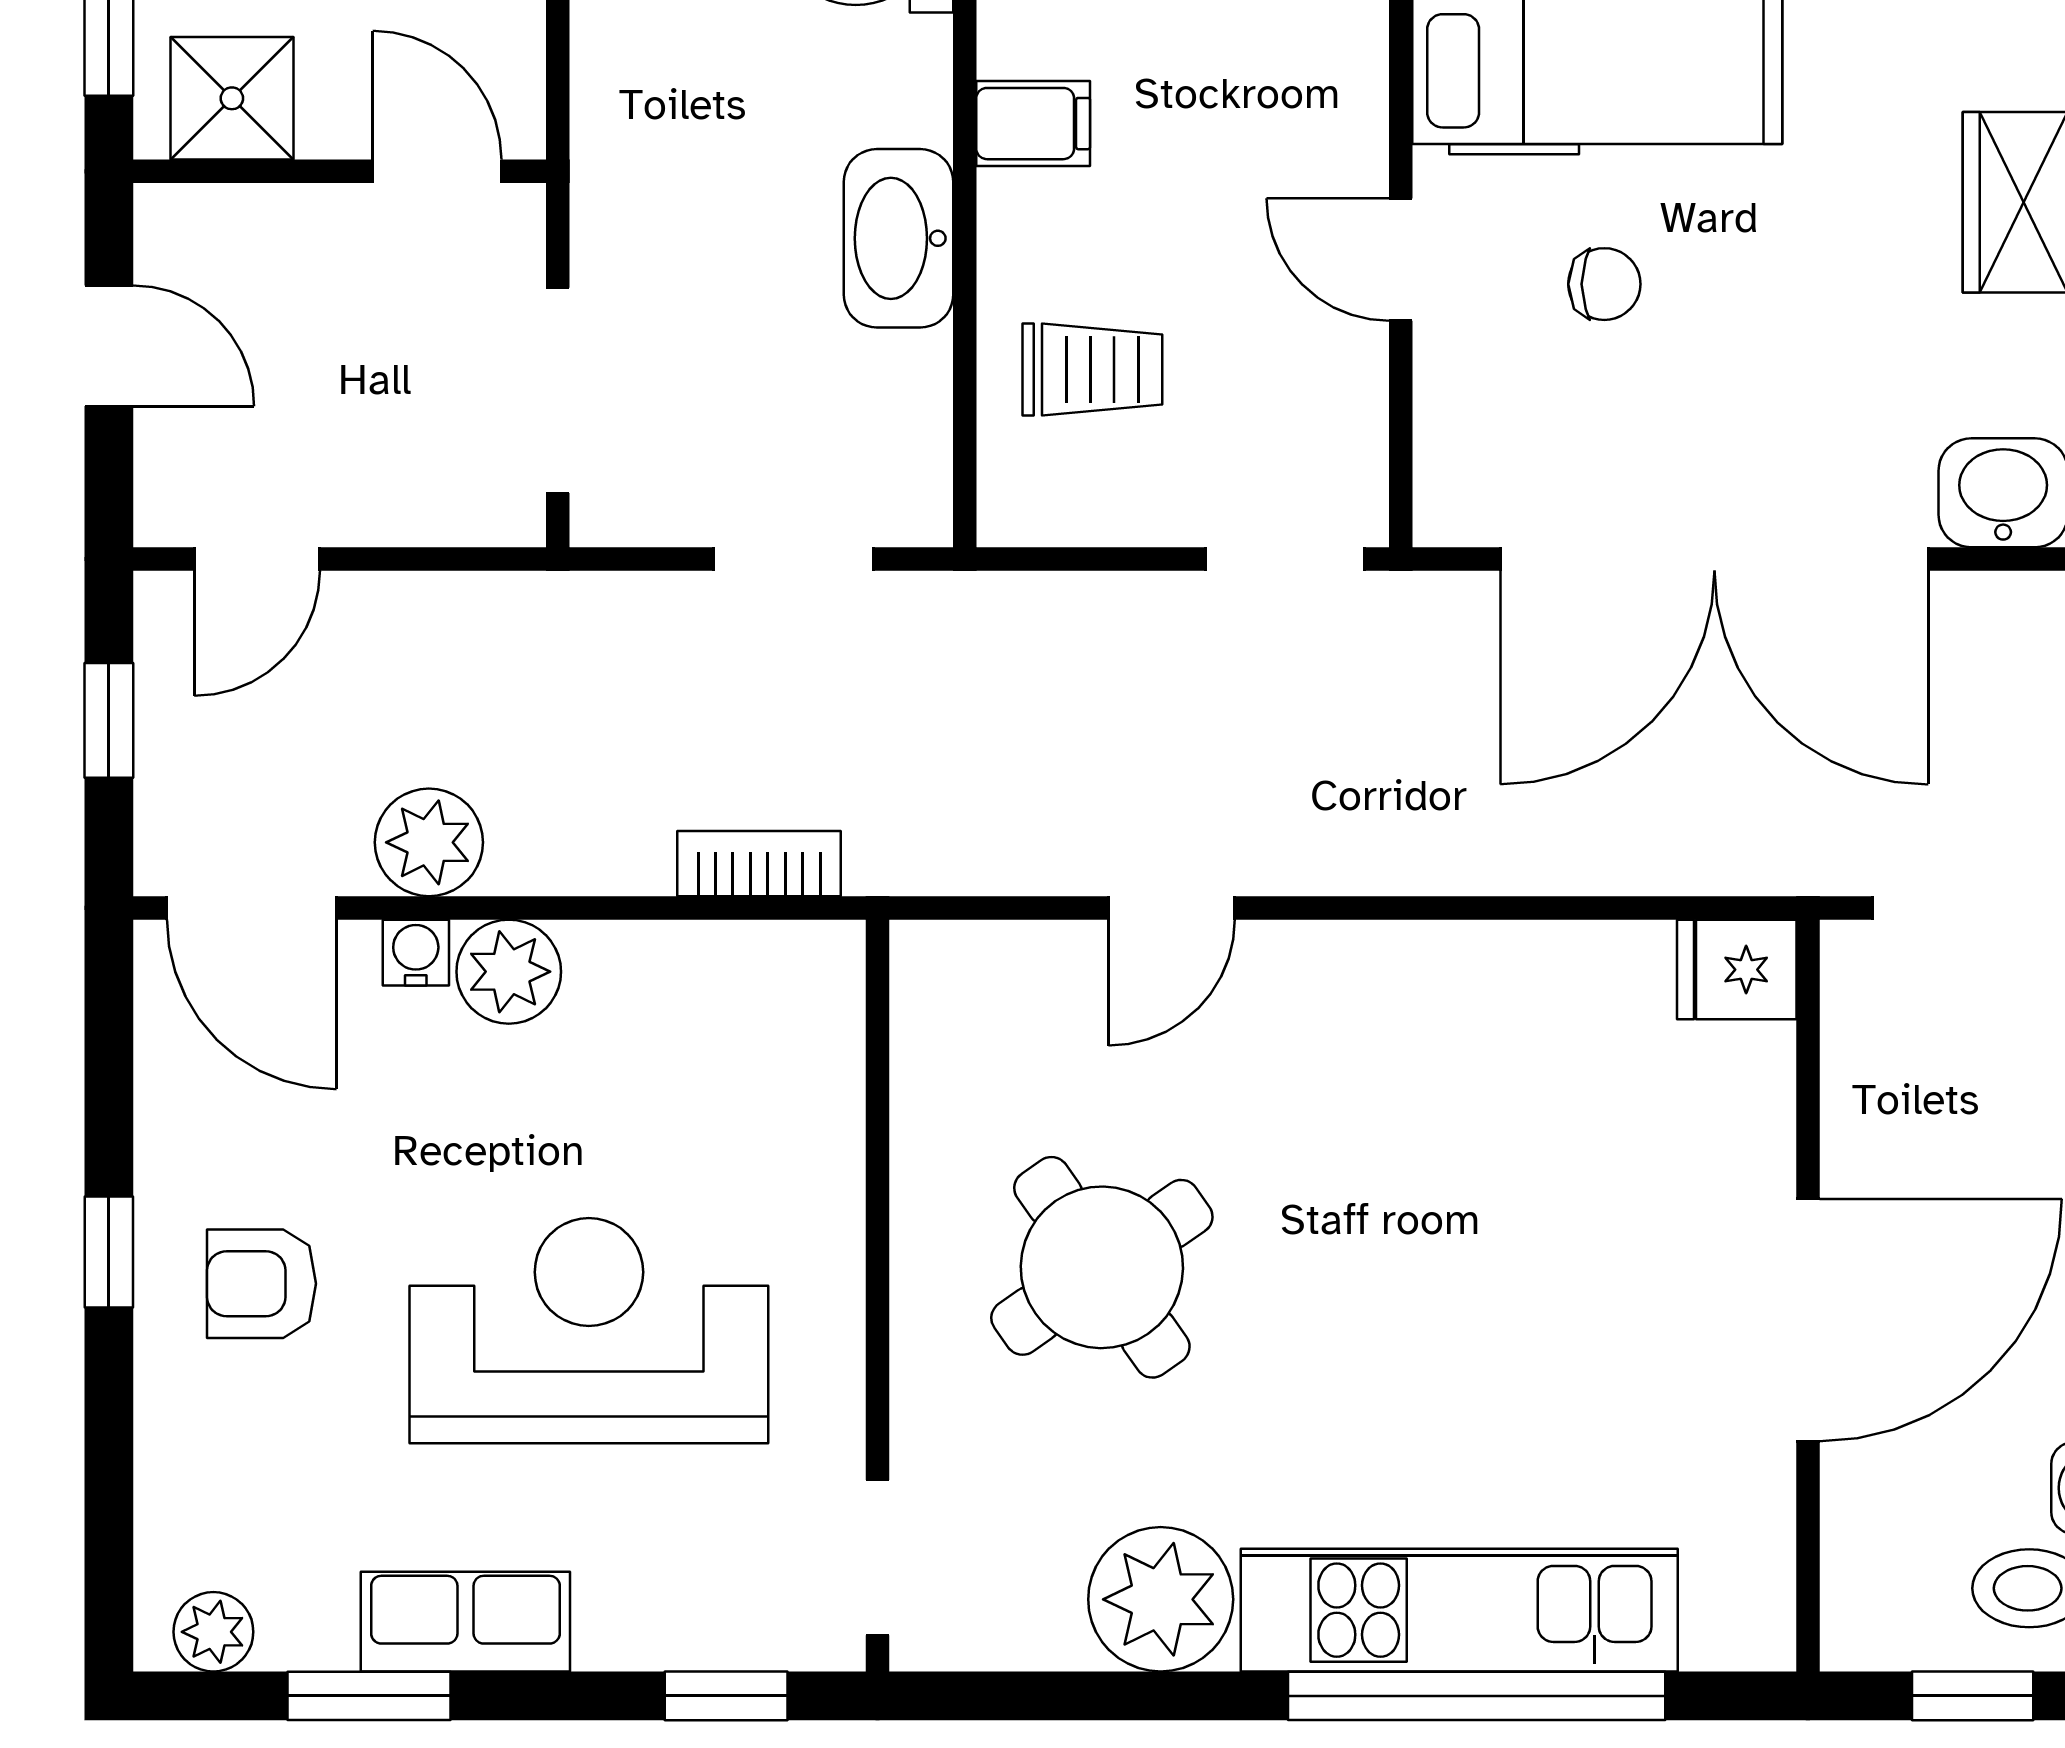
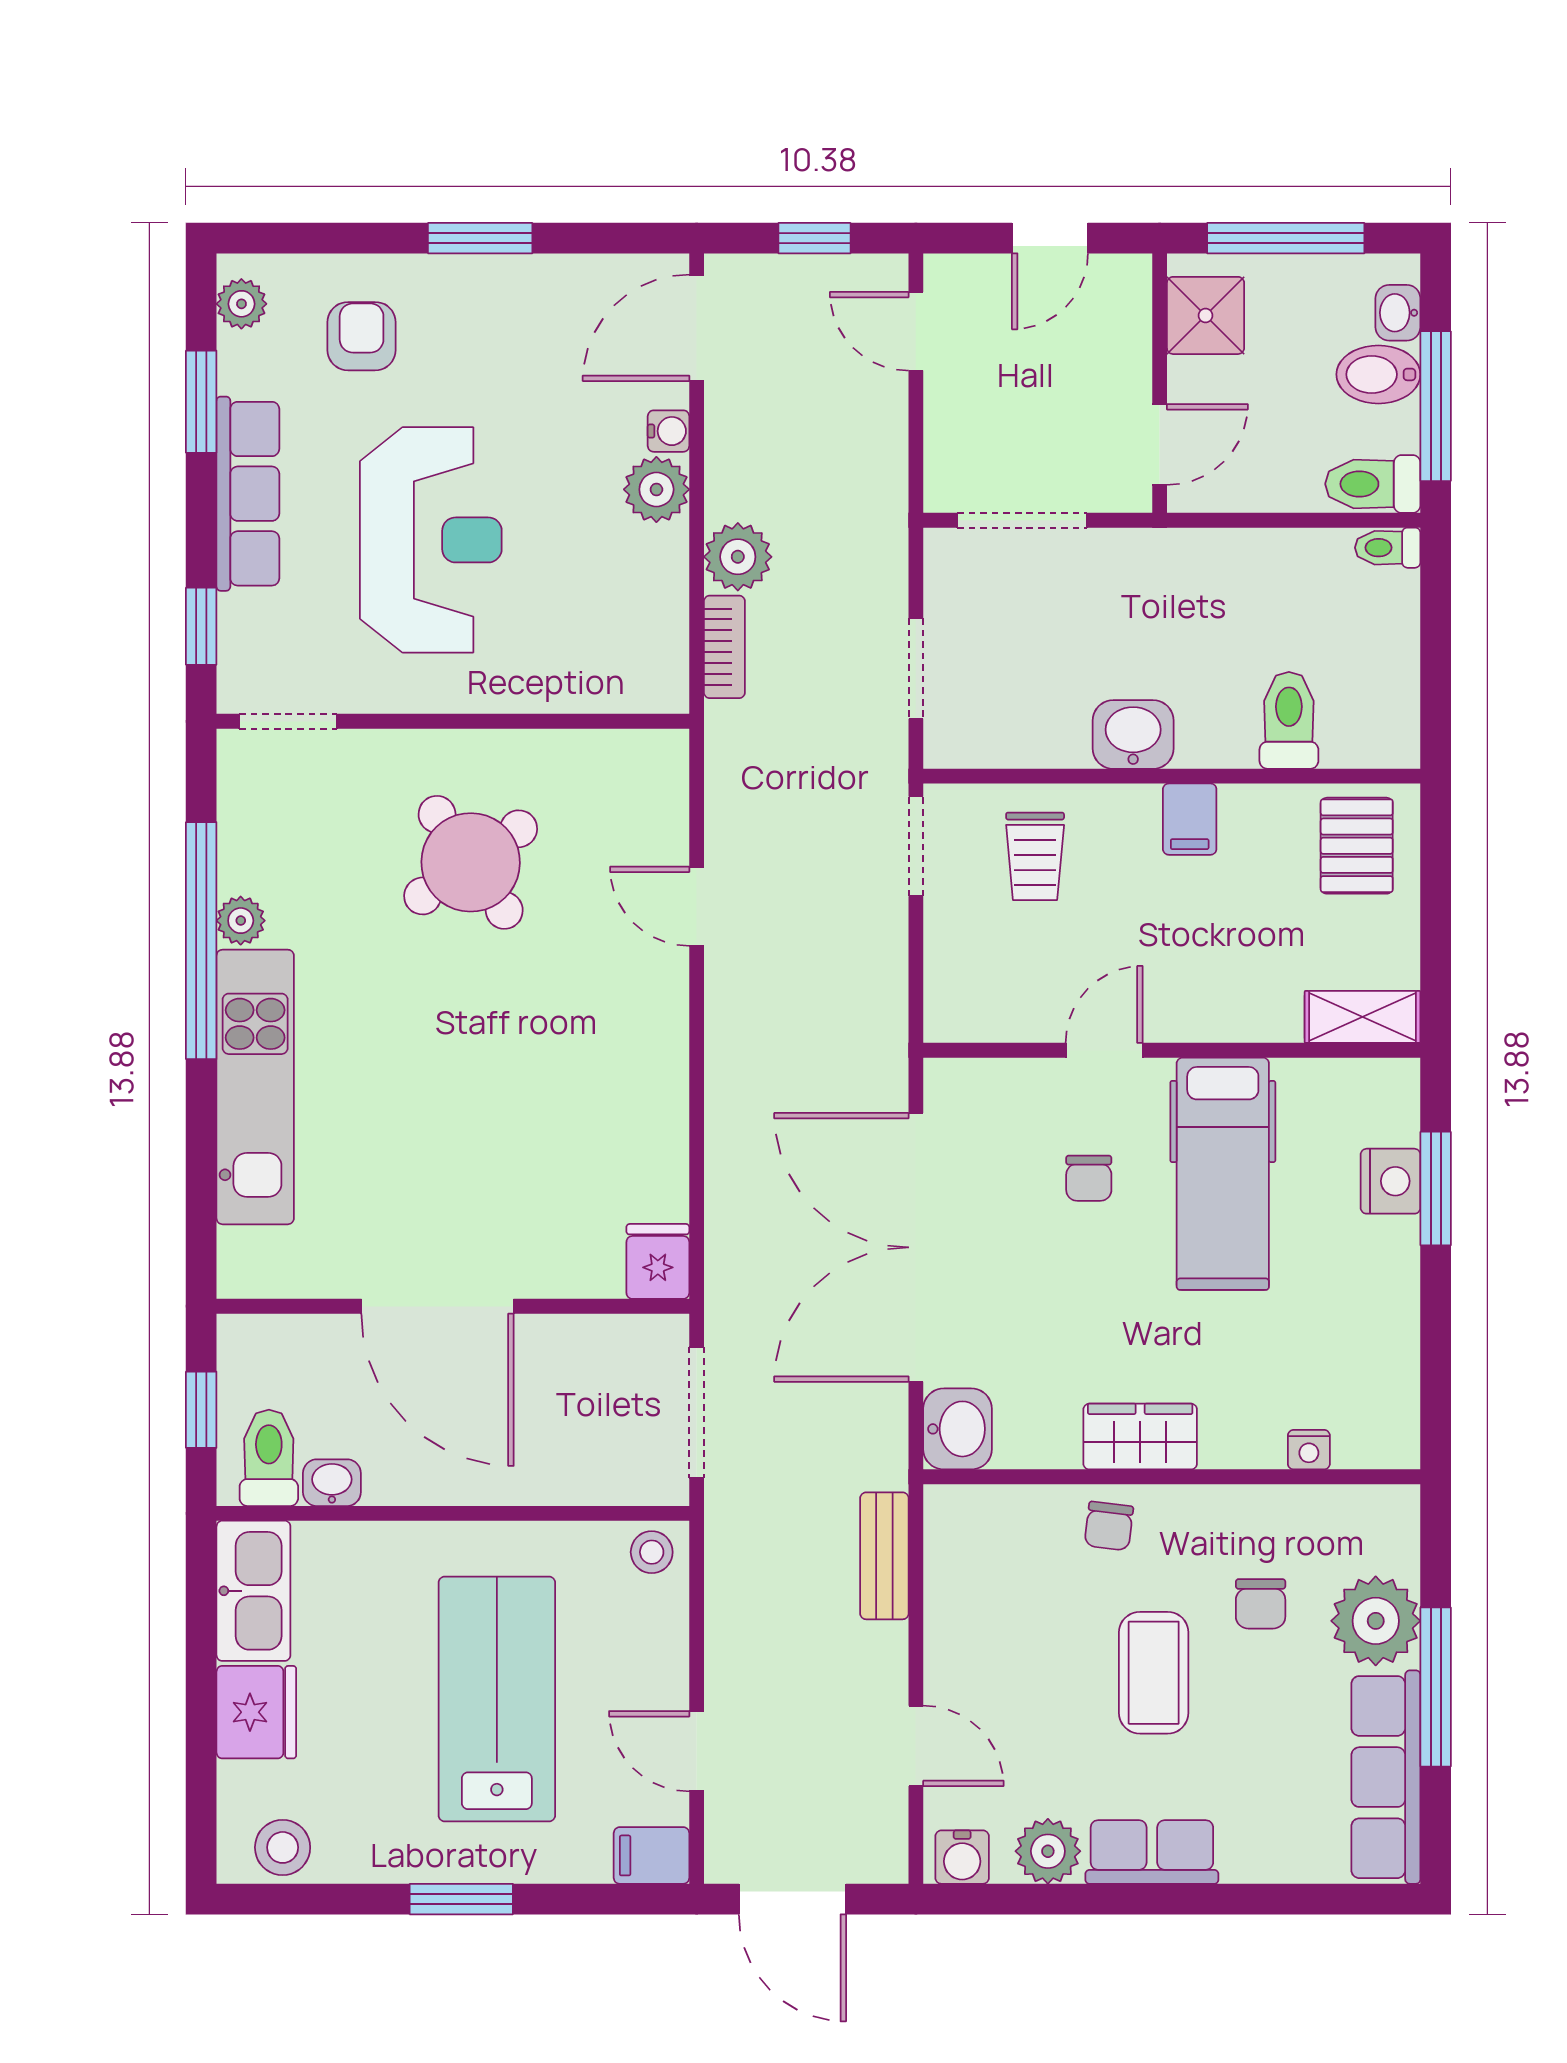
washbasin: (899, 238) -> (1133, 735), width x0.72
doorway: (1285, 559) -> (916, 846), moved
plant: (429, 842) -> (738, 557), moved
window: (109, 1252) -> (480, 238), width x1.50
armchair: (261, 1284) -> (362, 336), moved
plant: (1161, 1599) -> (241, 921), width x0.53, depth x0.53
row of seats: (465, 1622) -> (248, 494), width x1.48
window: (1477, 1696) -> (201, 941), moved

